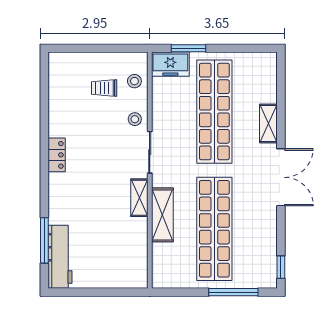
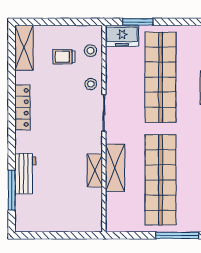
shelving: (58, 78) -> (24, 48), added
locker: (57, 155) -> (22, 107), width x1.53
shelving: (139, 198) -> (95, 170), moved
workbench: (60, 257) -> (25, 174), moved, width x0.73

